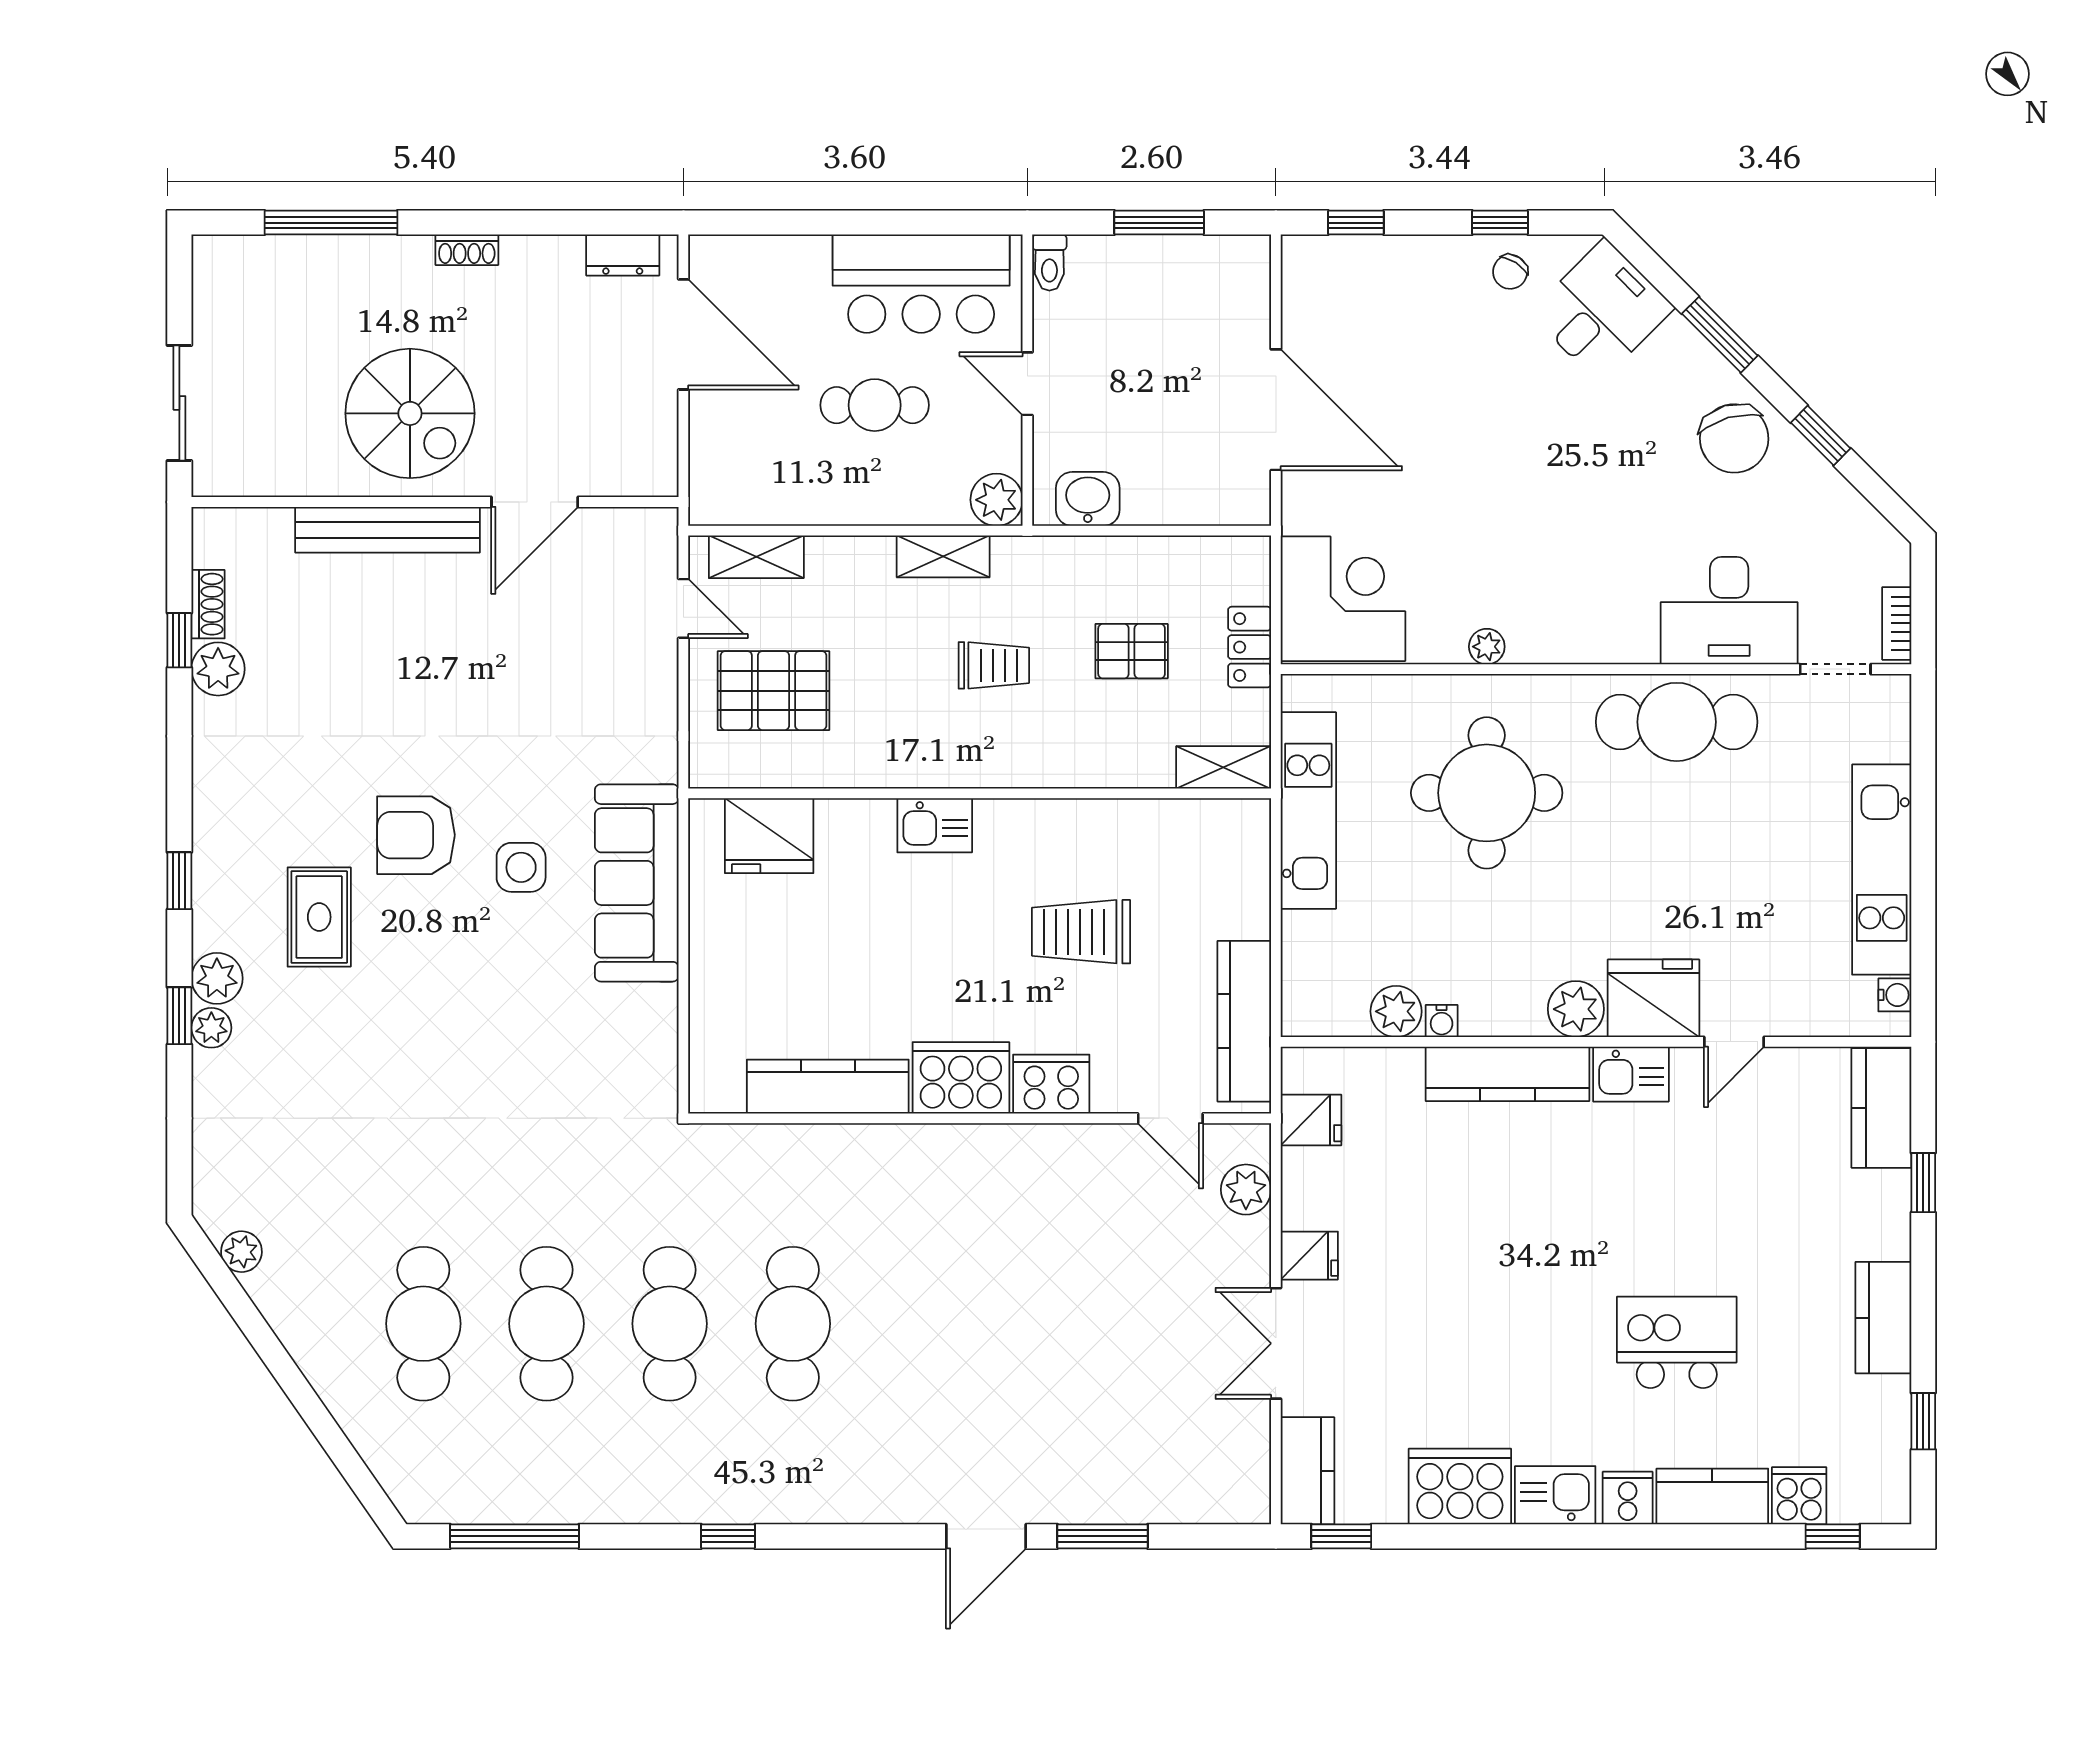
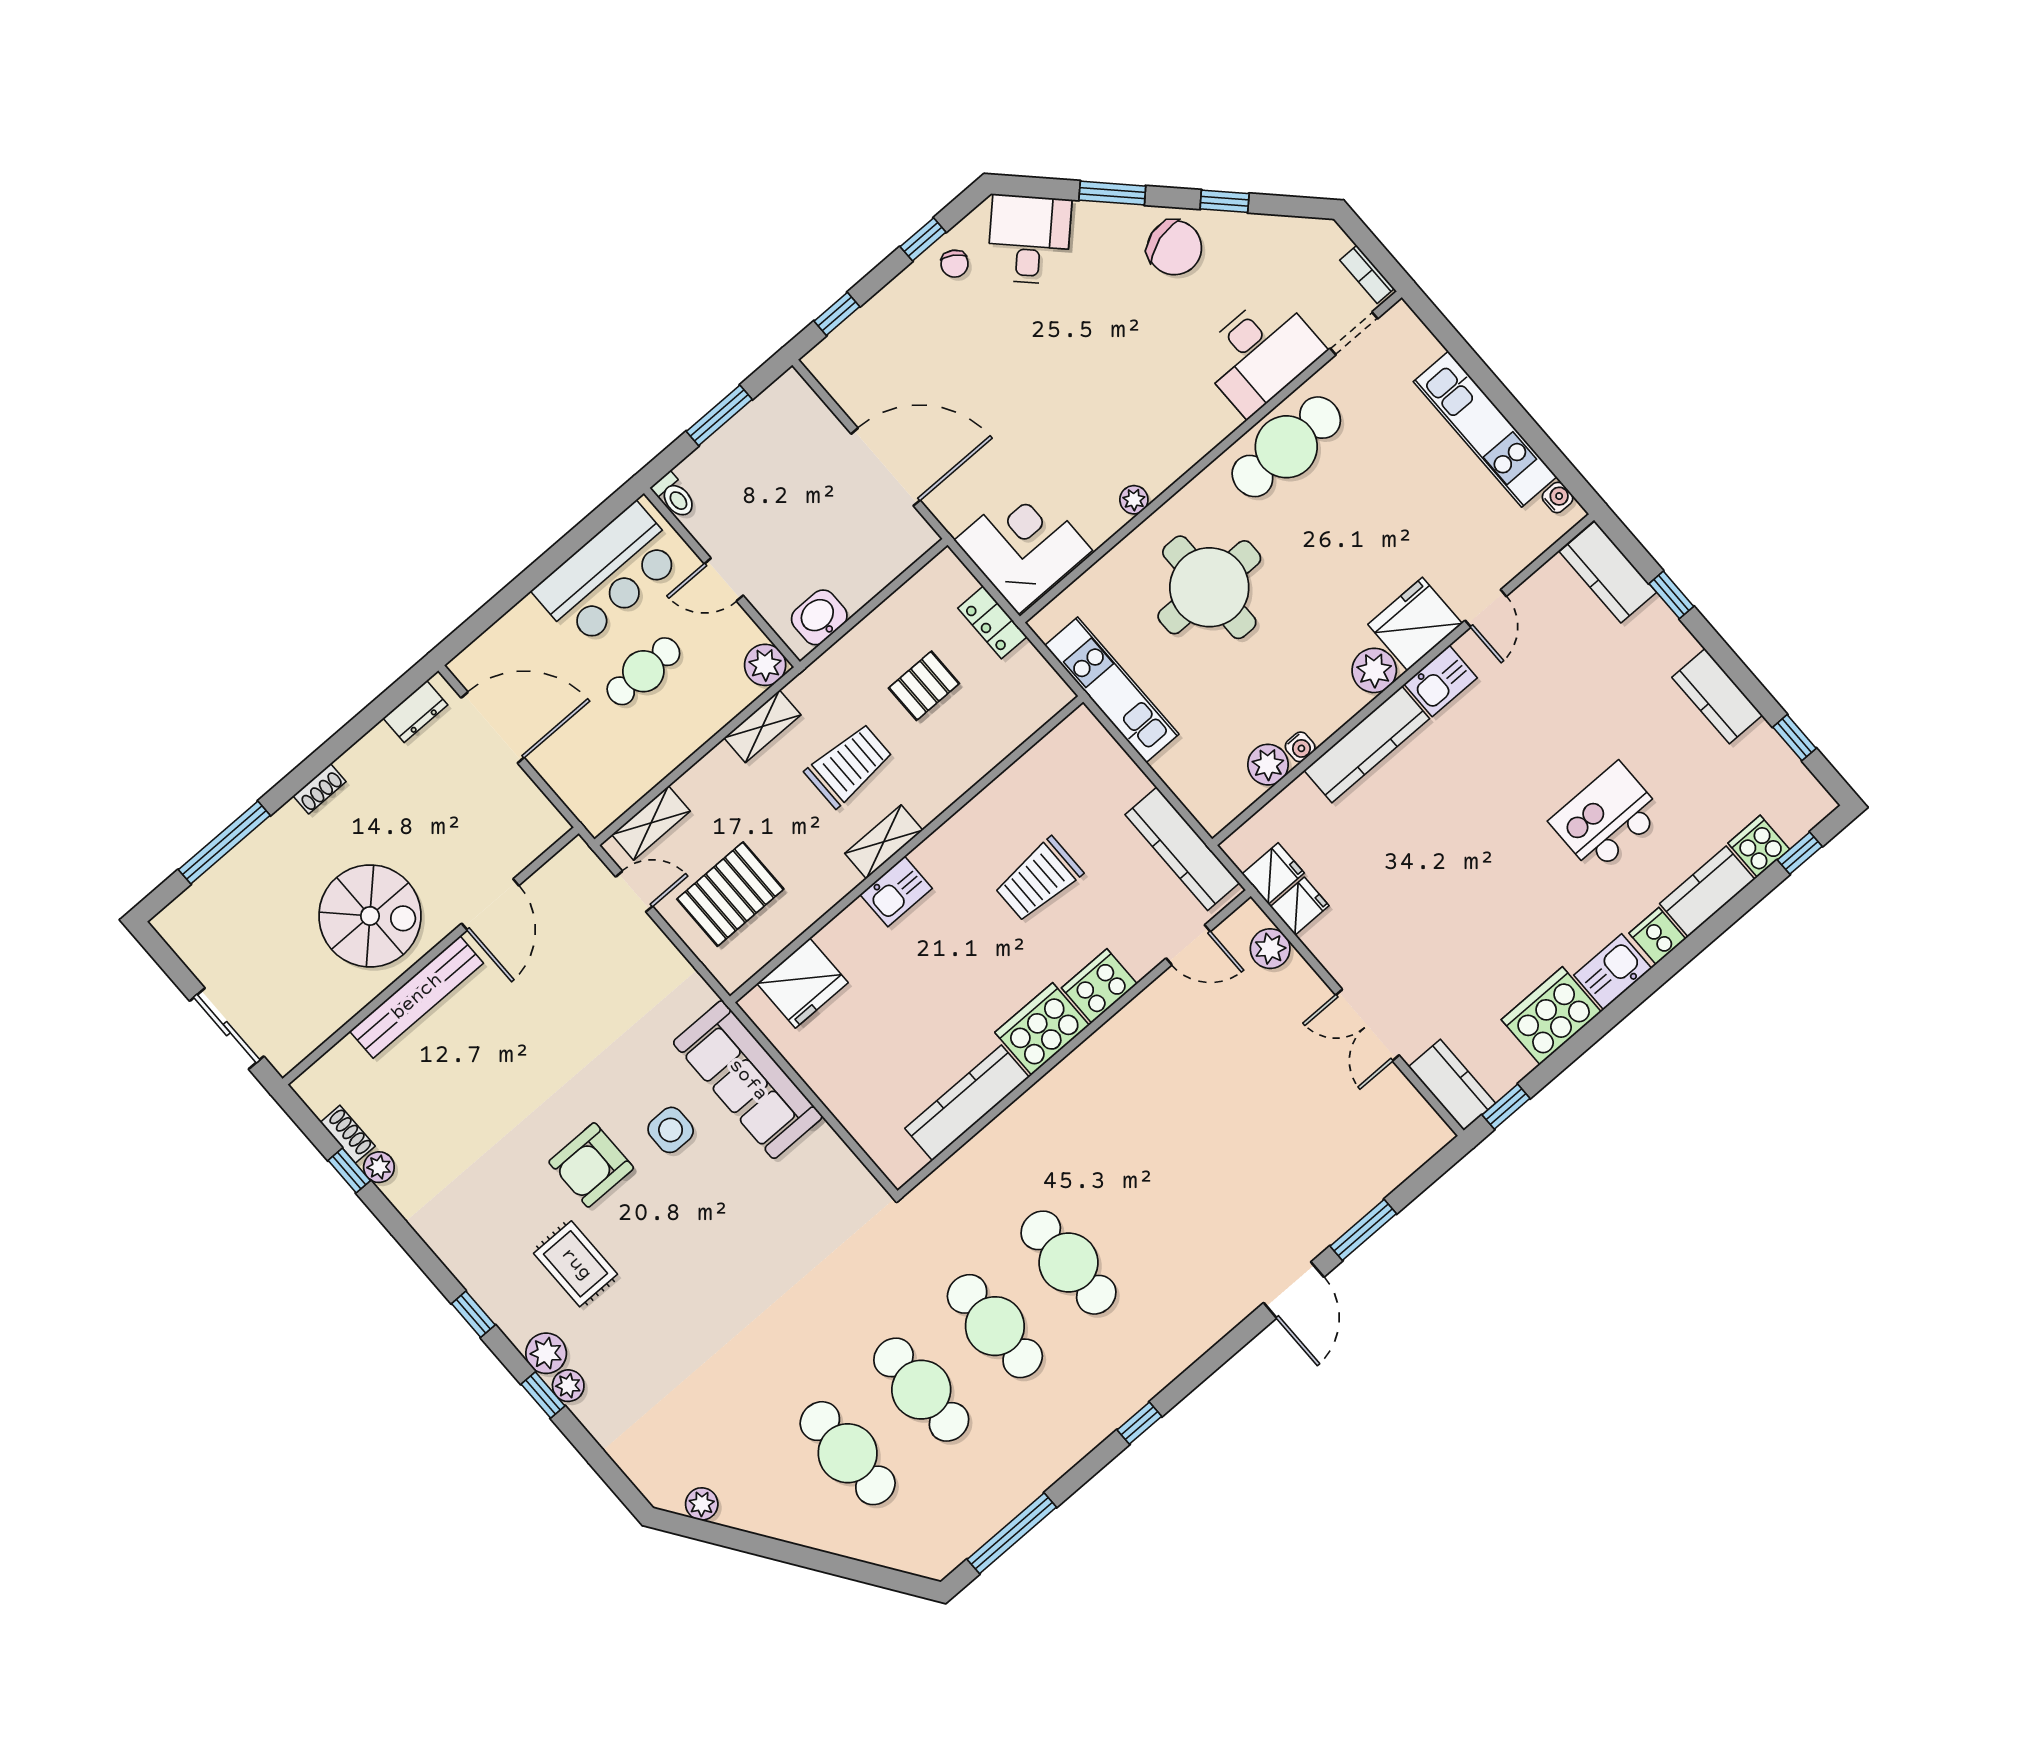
trolley: (994, 665) -> (849, 765), width x1.36, depth x1.39
plant: (218, 669) -> (379, 1167), width x0.73, depth x0.73
shelving: (1223, 767) -> (884, 842), moved
fridge: (1309, 1256) -> (1300, 906), moved

